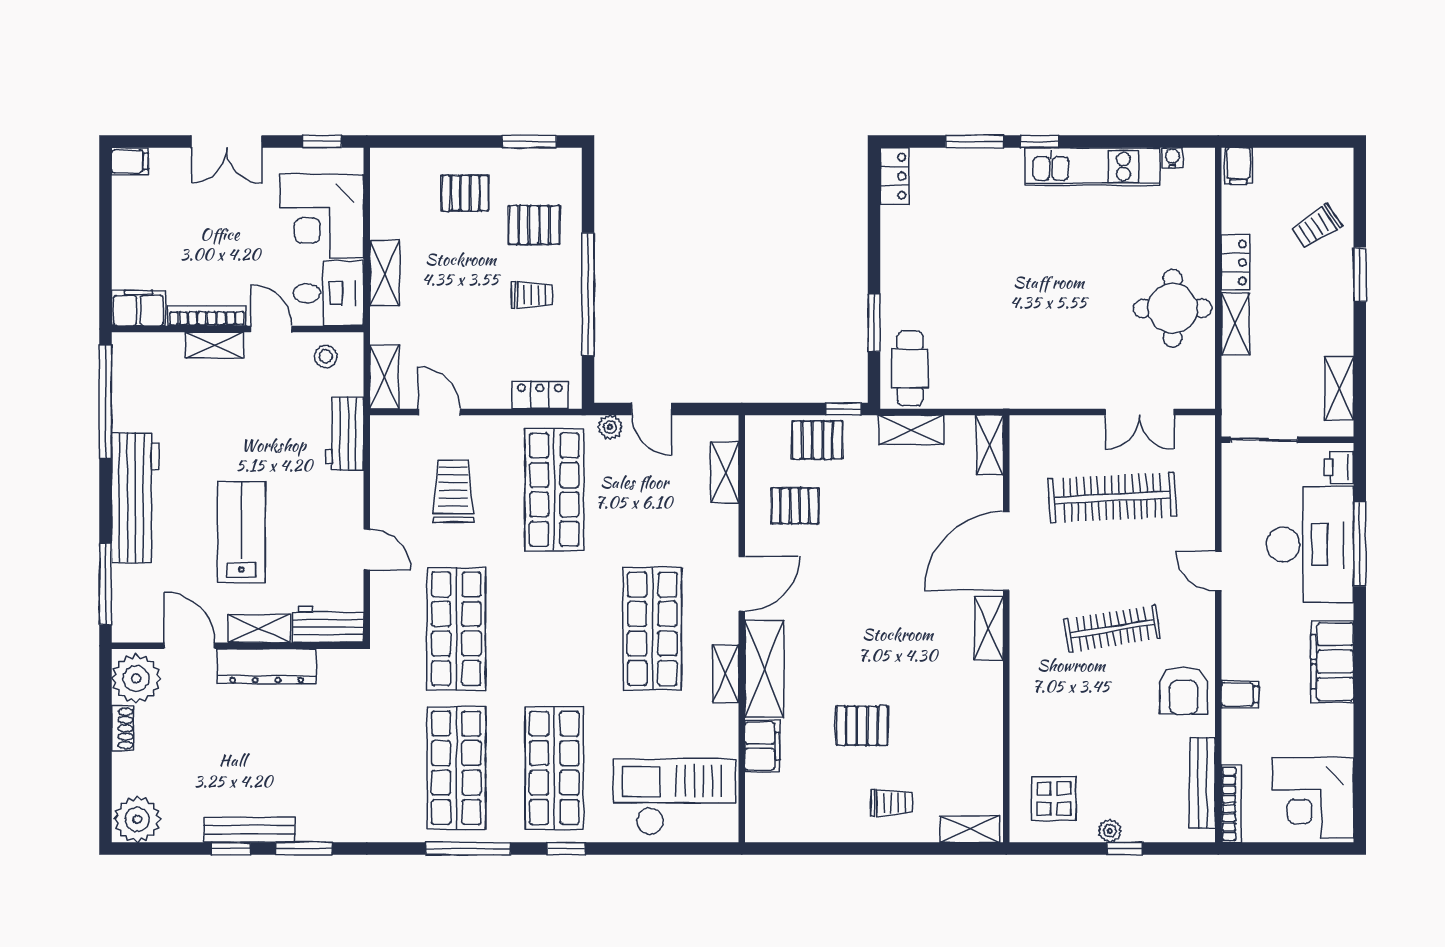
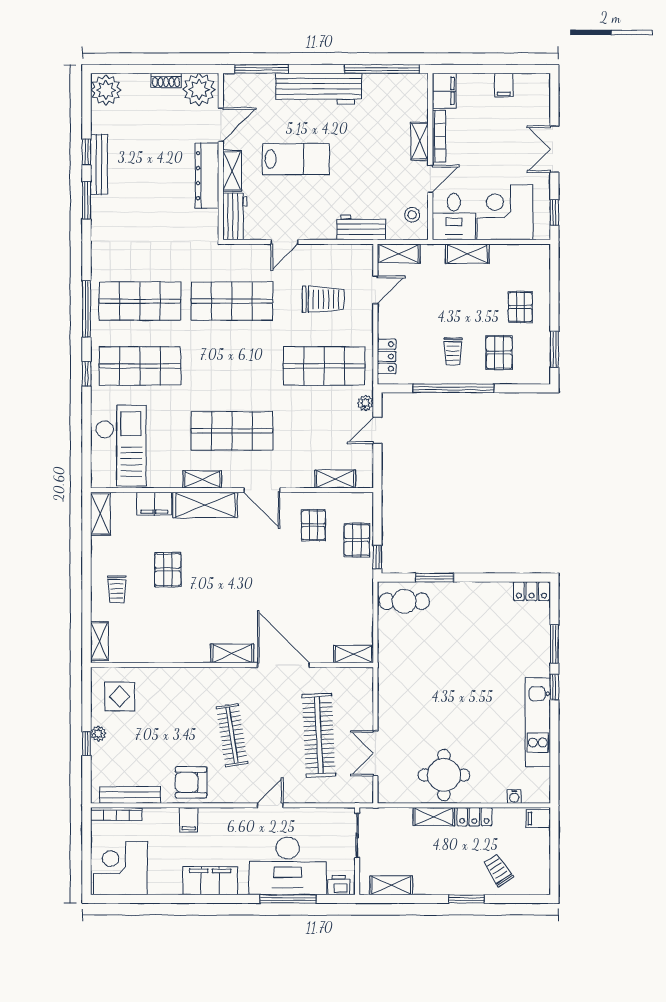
water cooler: (1172, 158) -> (514, 797), moved, turned 90
filing cabinet: (130, 161) -> (504, 85), moved
shelving: (911, 430) -> (100, 514), moved

